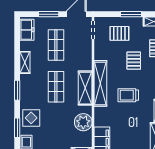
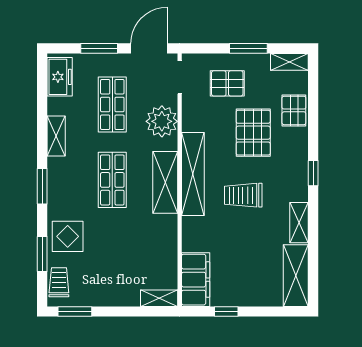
pallet: (134, 61) -> (253, 133), width x1.50, depth x1.42
plant: (83, 122) -> (162, 121), moved

